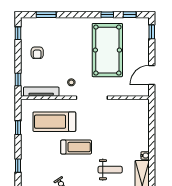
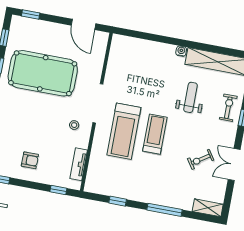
tv unit: (41, 92) -> (79, 164), width x0.71
treadmill: (54, 122) -> (124, 131), moved
window: (18, 166) -> (164, 210), width x2.17

